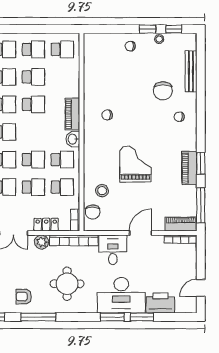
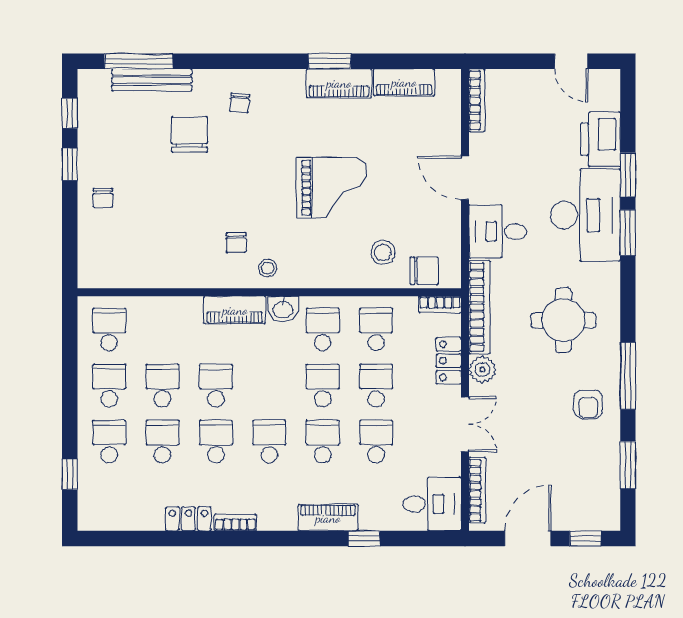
stool: (159, 39) -> (268, 268), moved
chair: (163, 91) -> (189, 134), turned -90
grand piano: (135, 164) -> (331, 188), turned 180
window: (201, 205) -> (139, 61), moved
piano: (181, 224) -> (404, 82), moved, turned -90

